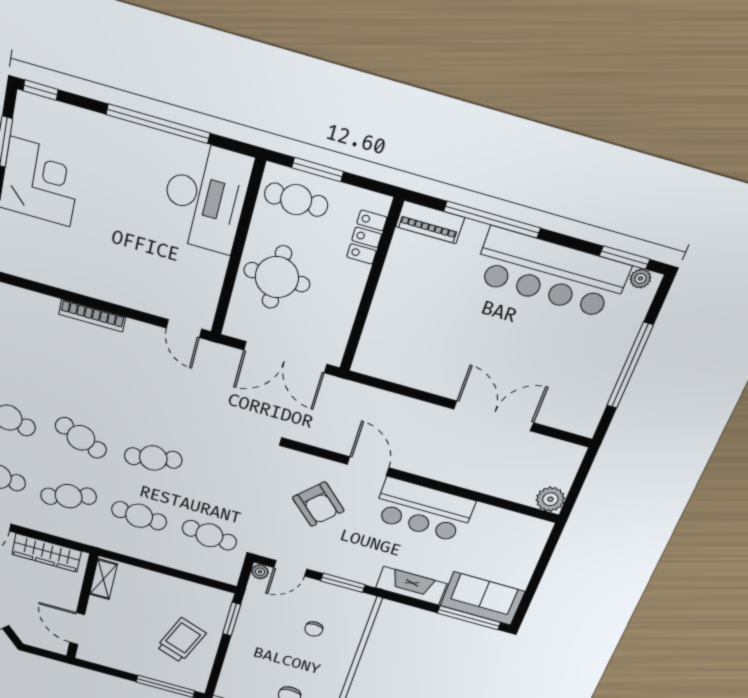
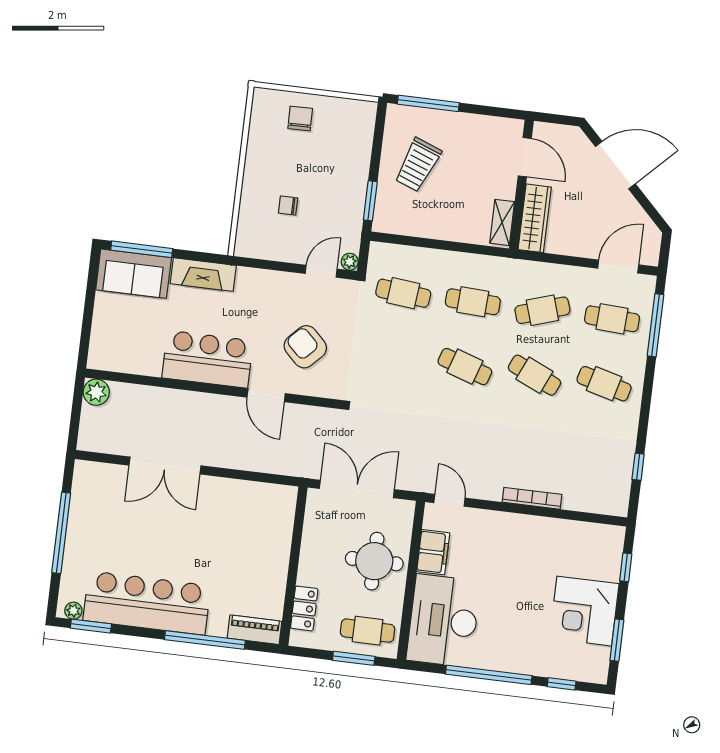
window: (41, 90) -> (562, 684), moved
filing cabinet: (208, 276) -> (433, 552), added
cafe table: (153, 458) -> (465, 367), turned 30
wardrobe: (47, 553) -> (535, 218), moved, turned 90
window: (343, 583) -> (268, 265), removed
chair: (314, 629) -> (288, 205), turned -90

